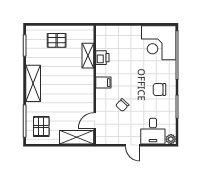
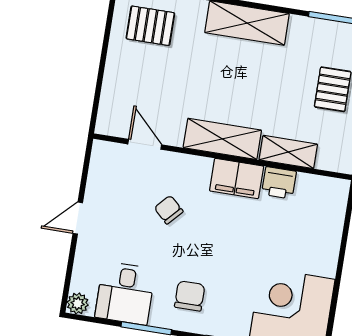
filing cabinet: (103, 83) -> (237, 178), width x2.00
desk: (153, 131) -> (125, 293), moved, turned -90
shelving: (77, 137) -> (222, 139), moved, turned 90

